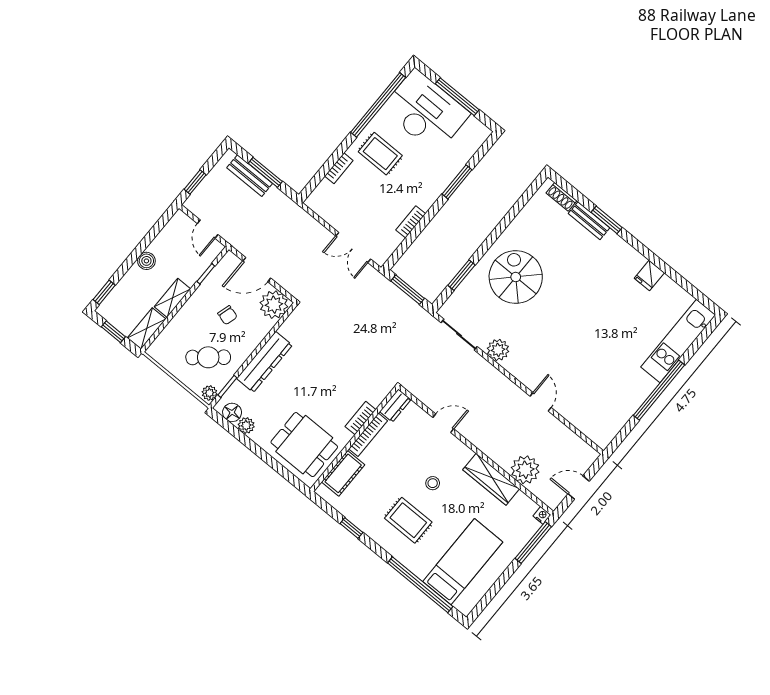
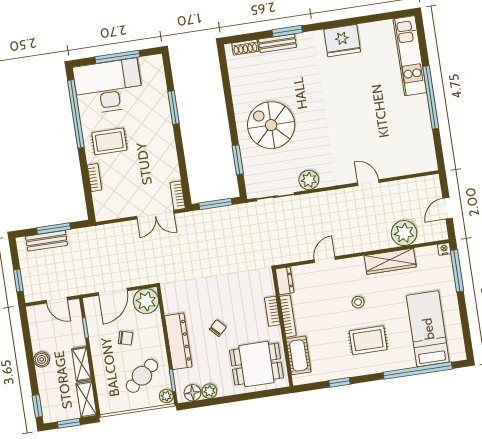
bookcase: (411, 222) -> (178, 195), moved
fridge: (649, 275) -> (342, 41), width x1.88, depth x1.34
chair: (305, 385) -> (218, 328), added

